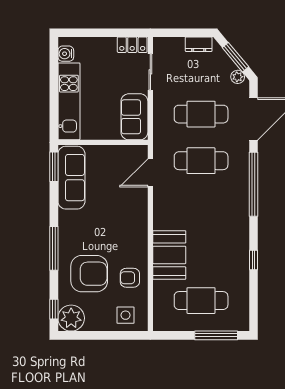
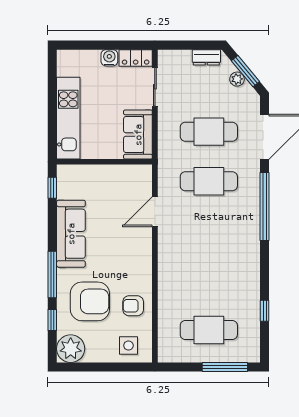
water cooler: (66, 54) -> (109, 58), moved, turned 90
plant: (238, 77) -> (237, 79), moved
window: (54, 167) -> (52, 188), width x0.67
door: (150, 173) -> (155, 212), moved
sofa: (71, 178) -> (71, 234), moved
booth: (169, 255) -> (175, 282), removed
window: (253, 260) -> (265, 311), moved
window: (54, 309) -> (52, 320), moved

